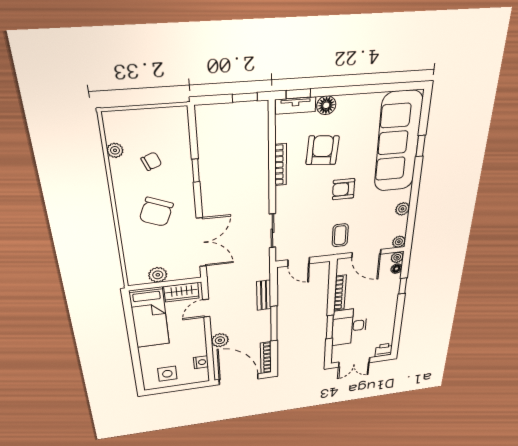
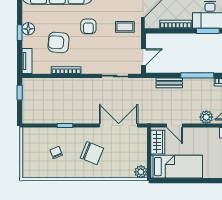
window: (298, 94) -> (20, 33), moved
floor lamp: (326, 105) -> (28, 29), moved
plant: (115, 150) -> (47, 173), removed
plant: (158, 275) -> (141, 172), moved

